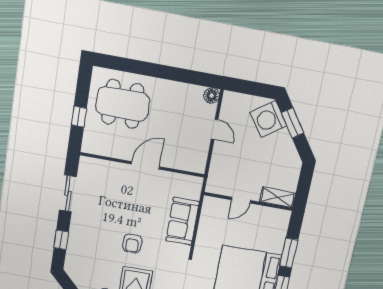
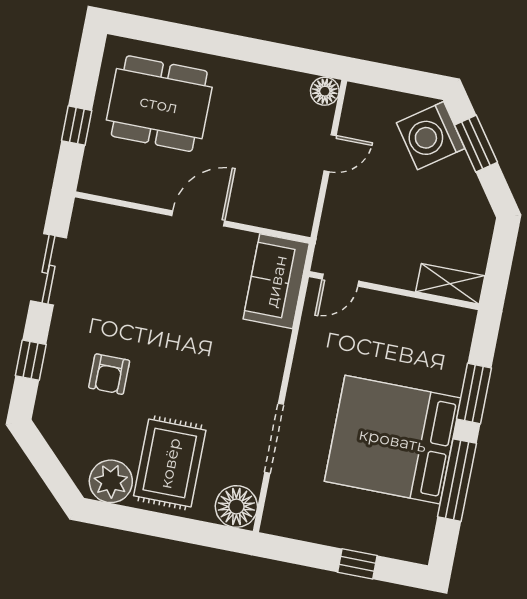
door: (215, 129) -> (330, 153), hinge flipped
door: (241, 200) -> (340, 280), moved
sofa: (183, 221) -> (276, 281), moved
armchair: (132, 243) -> (109, 374), moved

